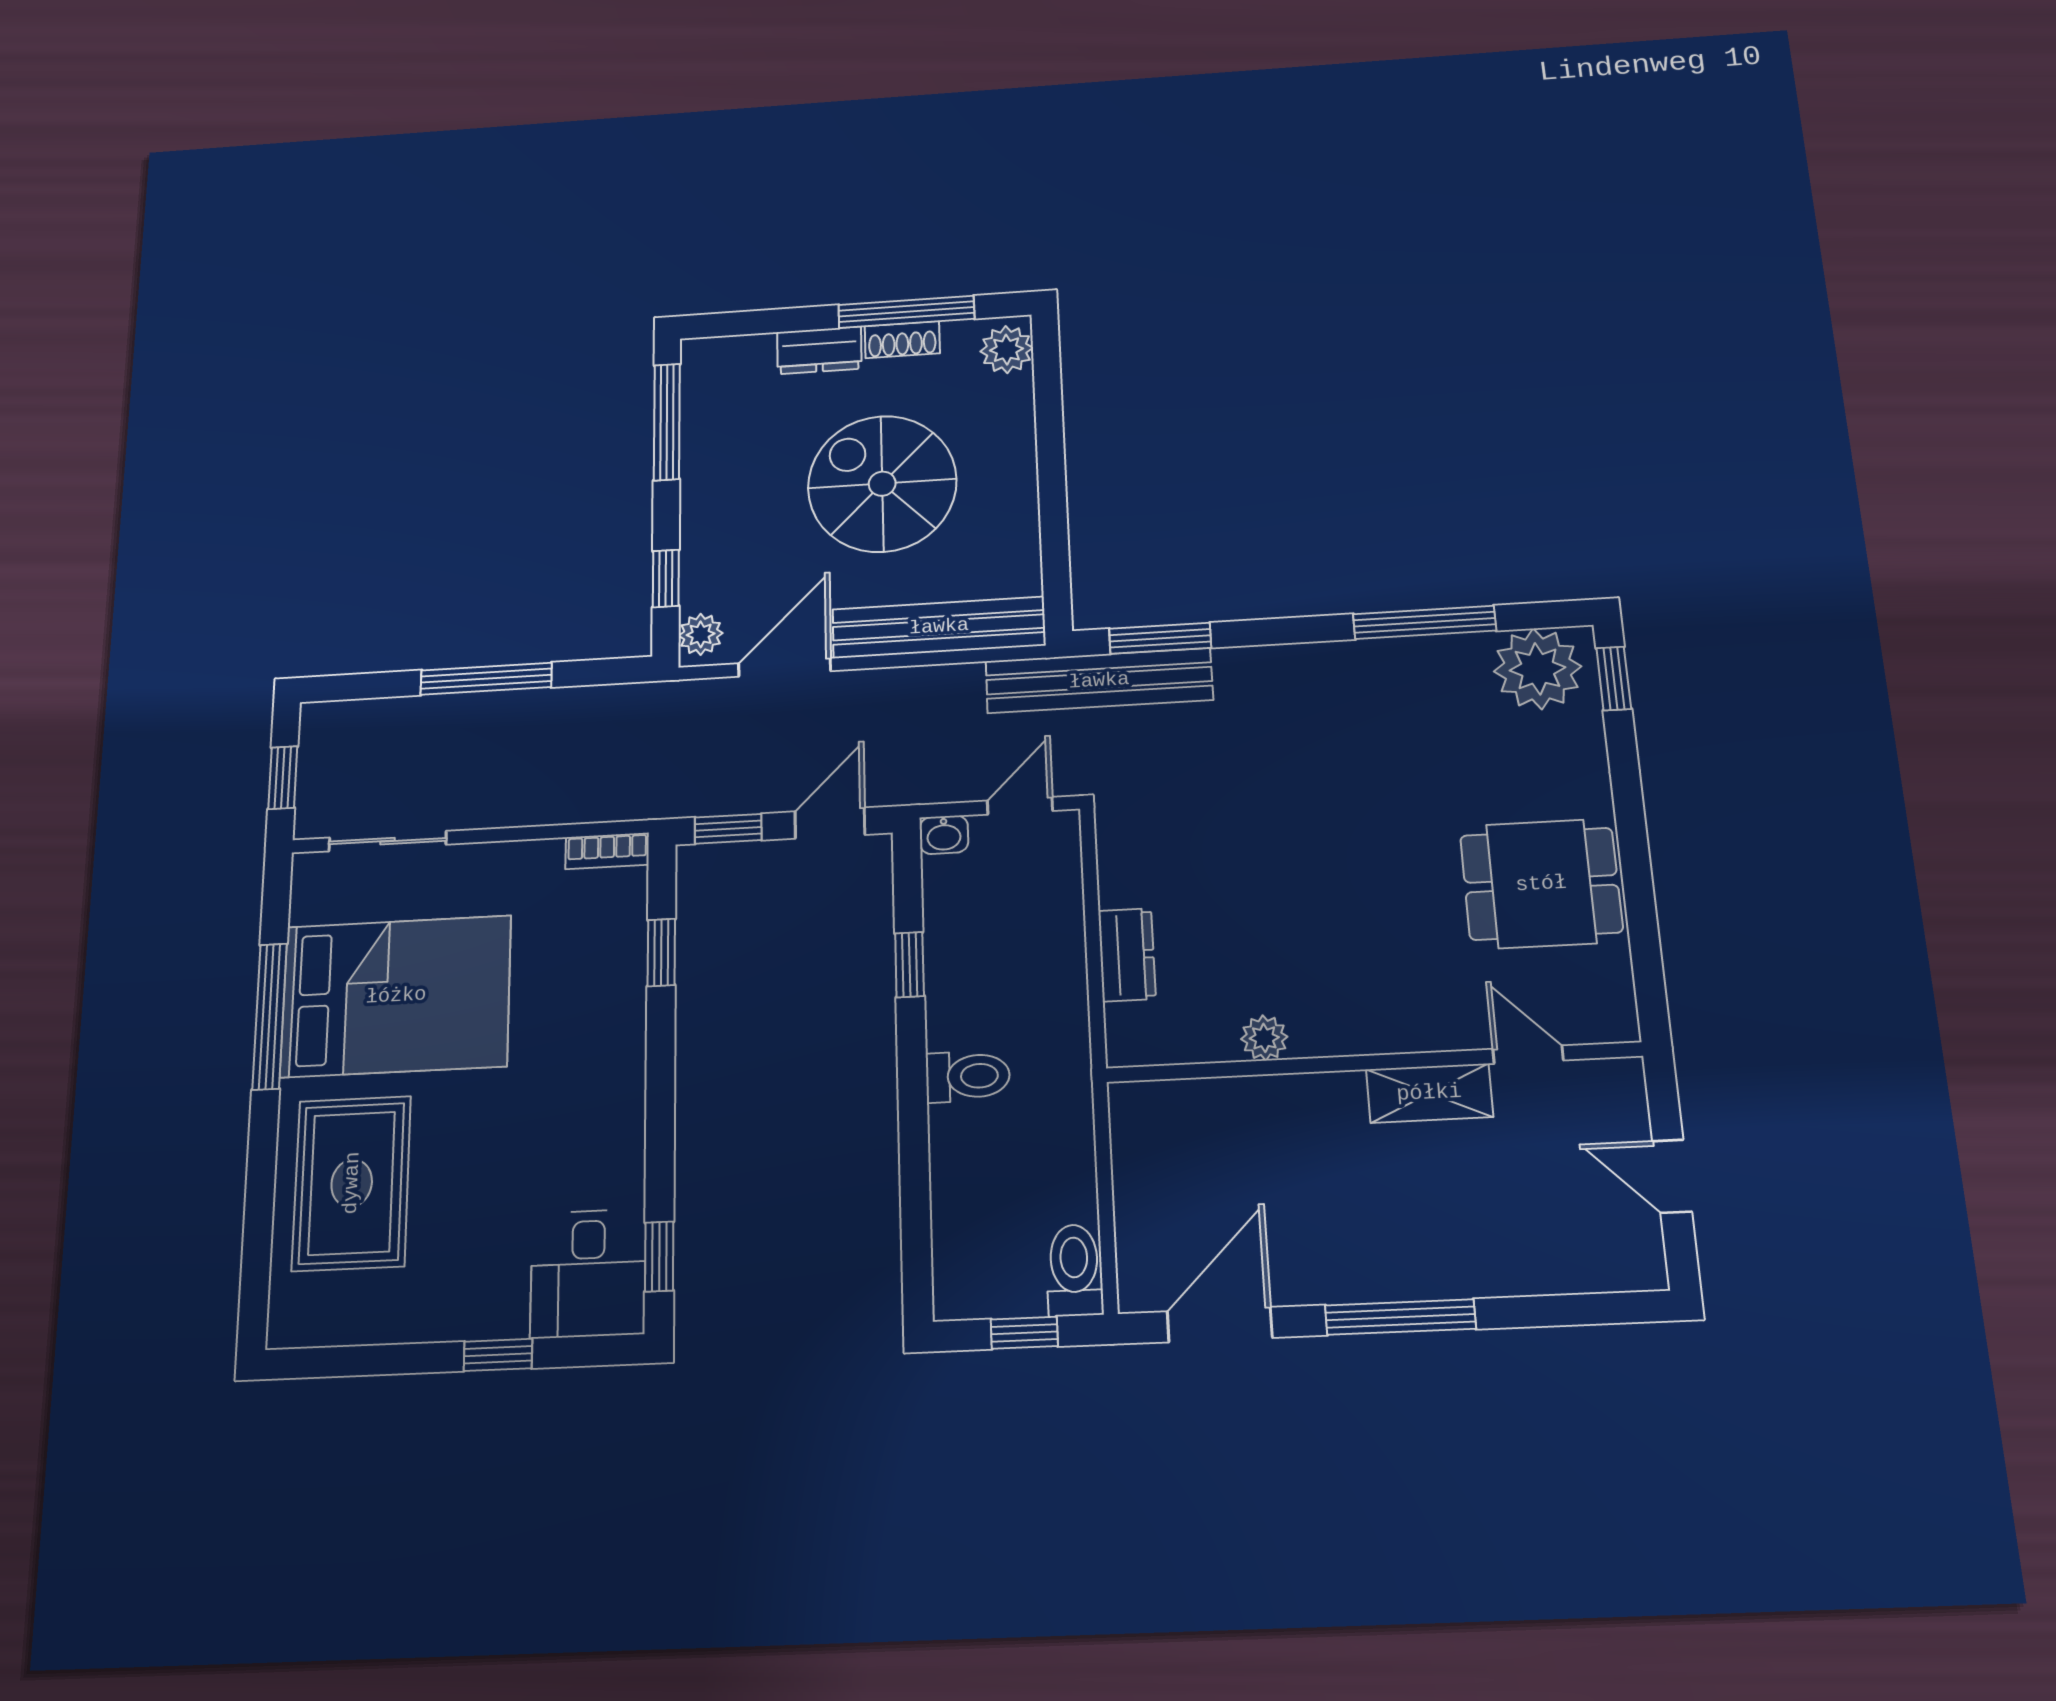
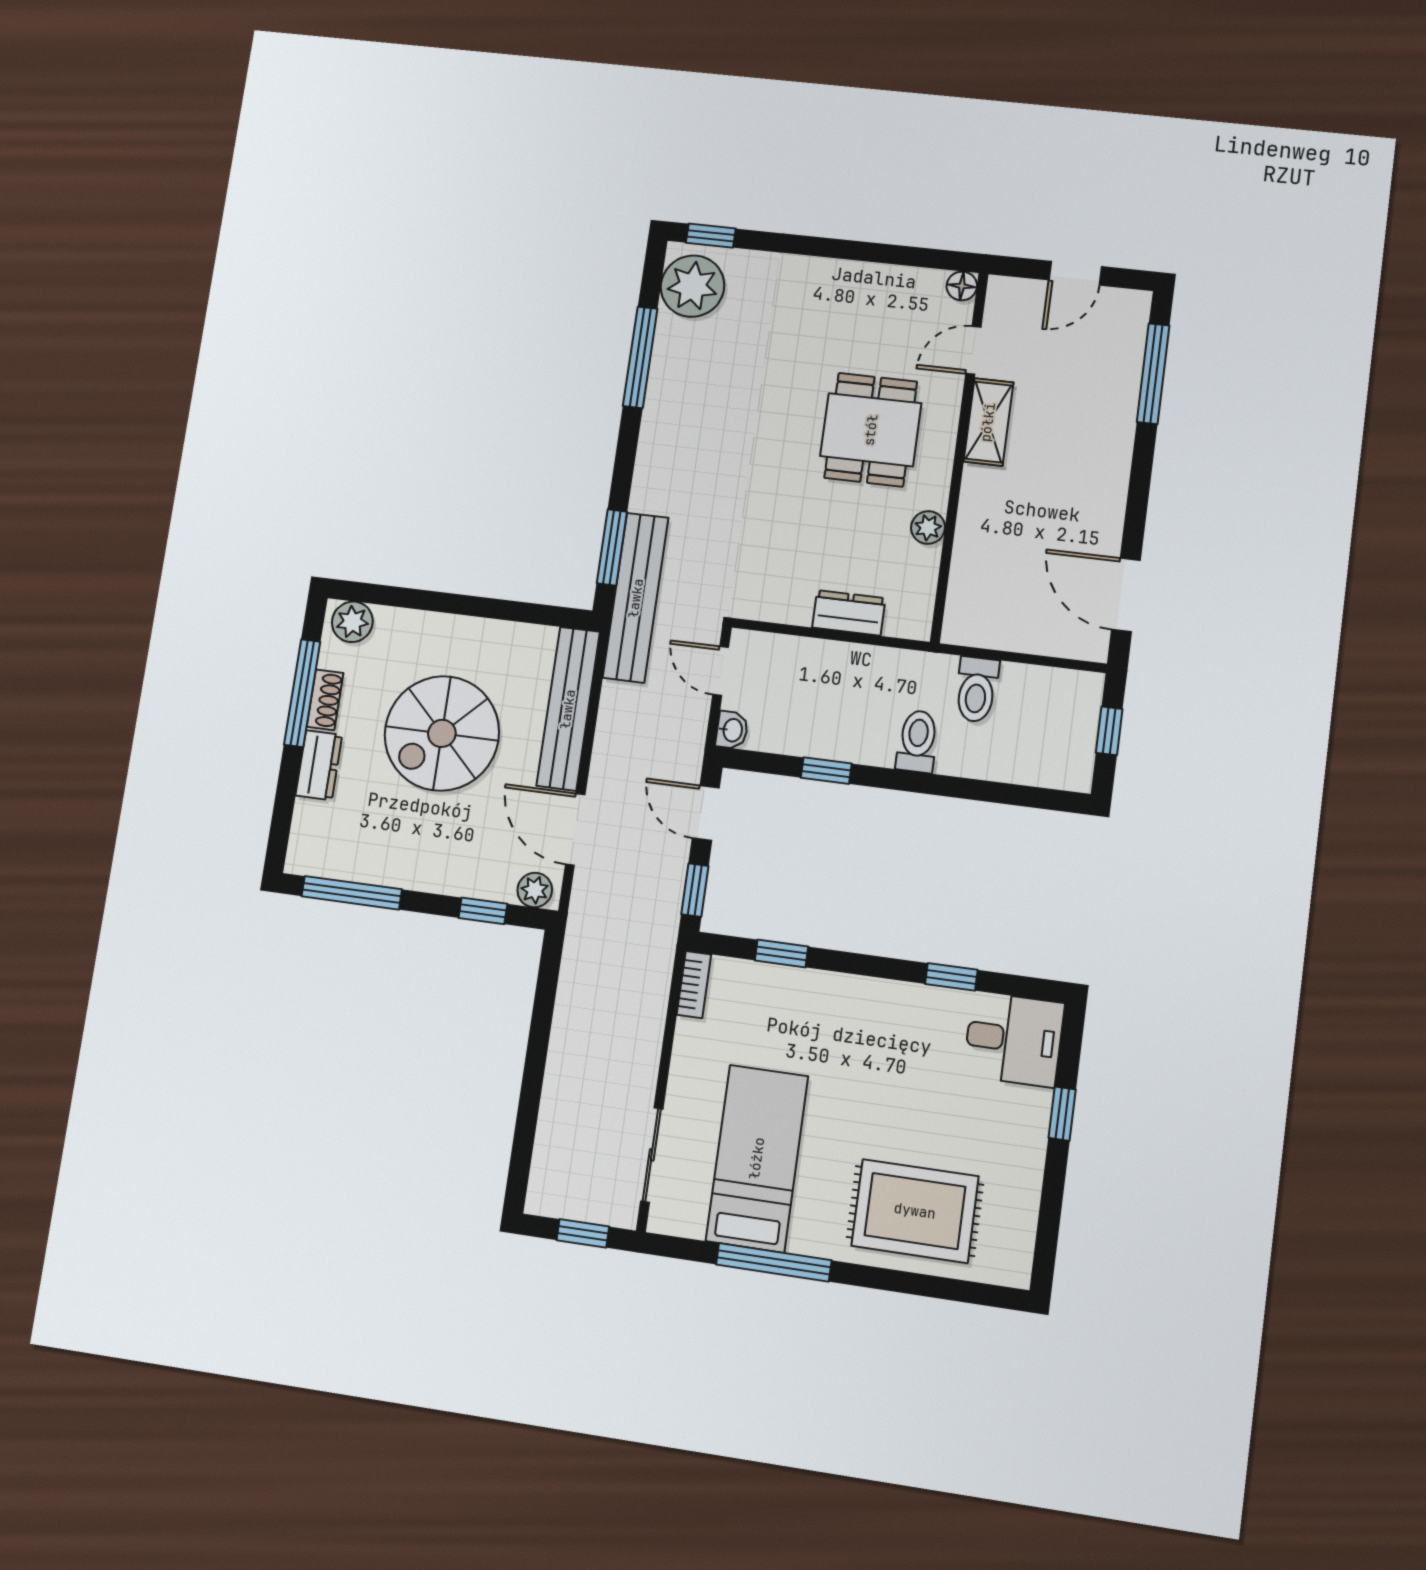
window: (486, 679) -> (535, 1062), removed
dining table: (1541, 884) -> (871, 430), moved
bed: (396, 996) -> (757, 1158), width x0.67
floor lamp: (1618, 1023) -> (962, 286), added
window: (659, 1257) -> (951, 977), moved
toilet: (1074, 1270) -> (977, 690), moved, turned -90
window: (1400, 1317) -> (1153, 374), moved

